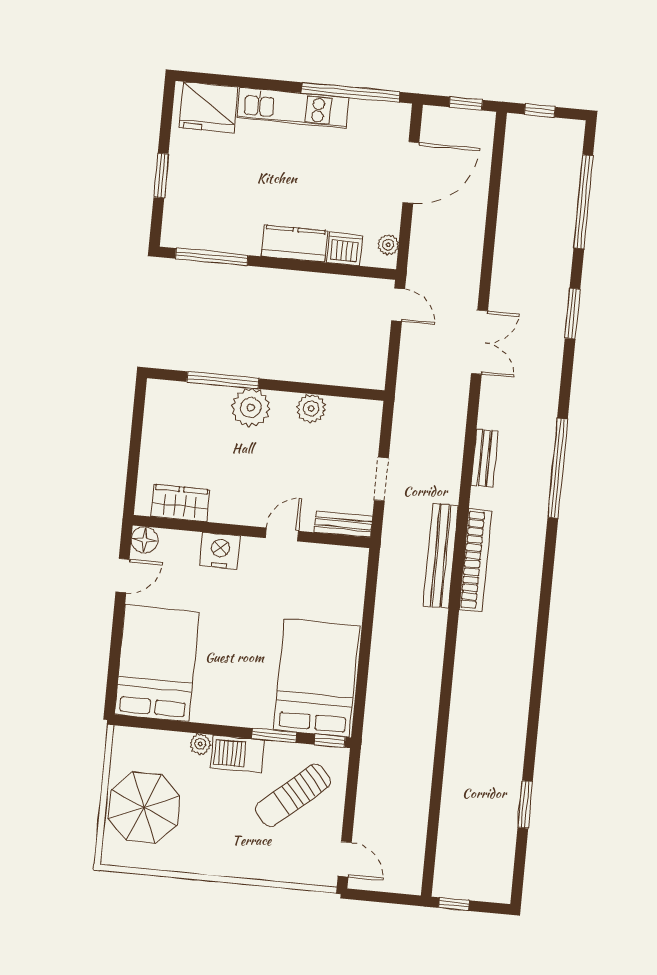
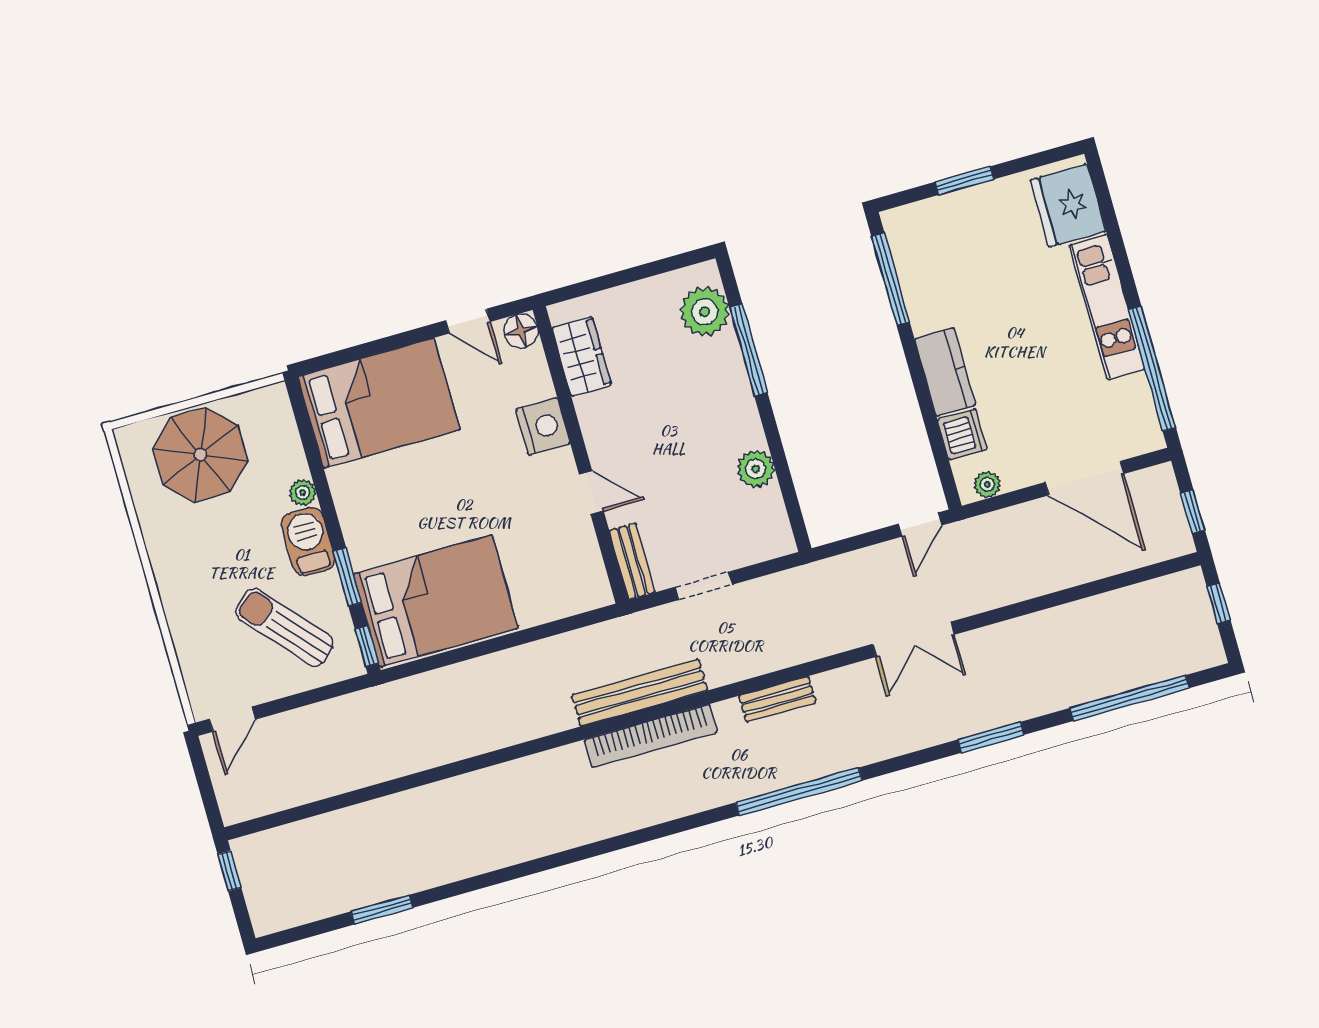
plant: (251, 408) -> (705, 312), moved

